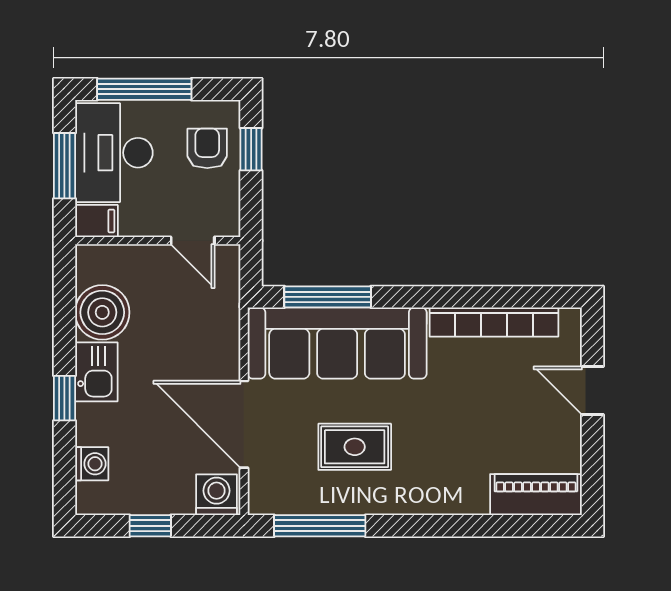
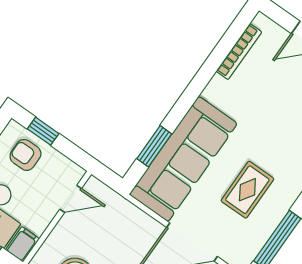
window: (328, 297) -> (154, 146), width x0.69
bookcase: (494, 322) -> (239, 52), width x0.68, depth x0.76

